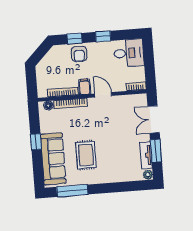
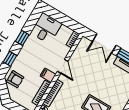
armchair: (79, 54) -> (15, 79), moved
door: (103, 95) -> (63, 66), swing flipped

